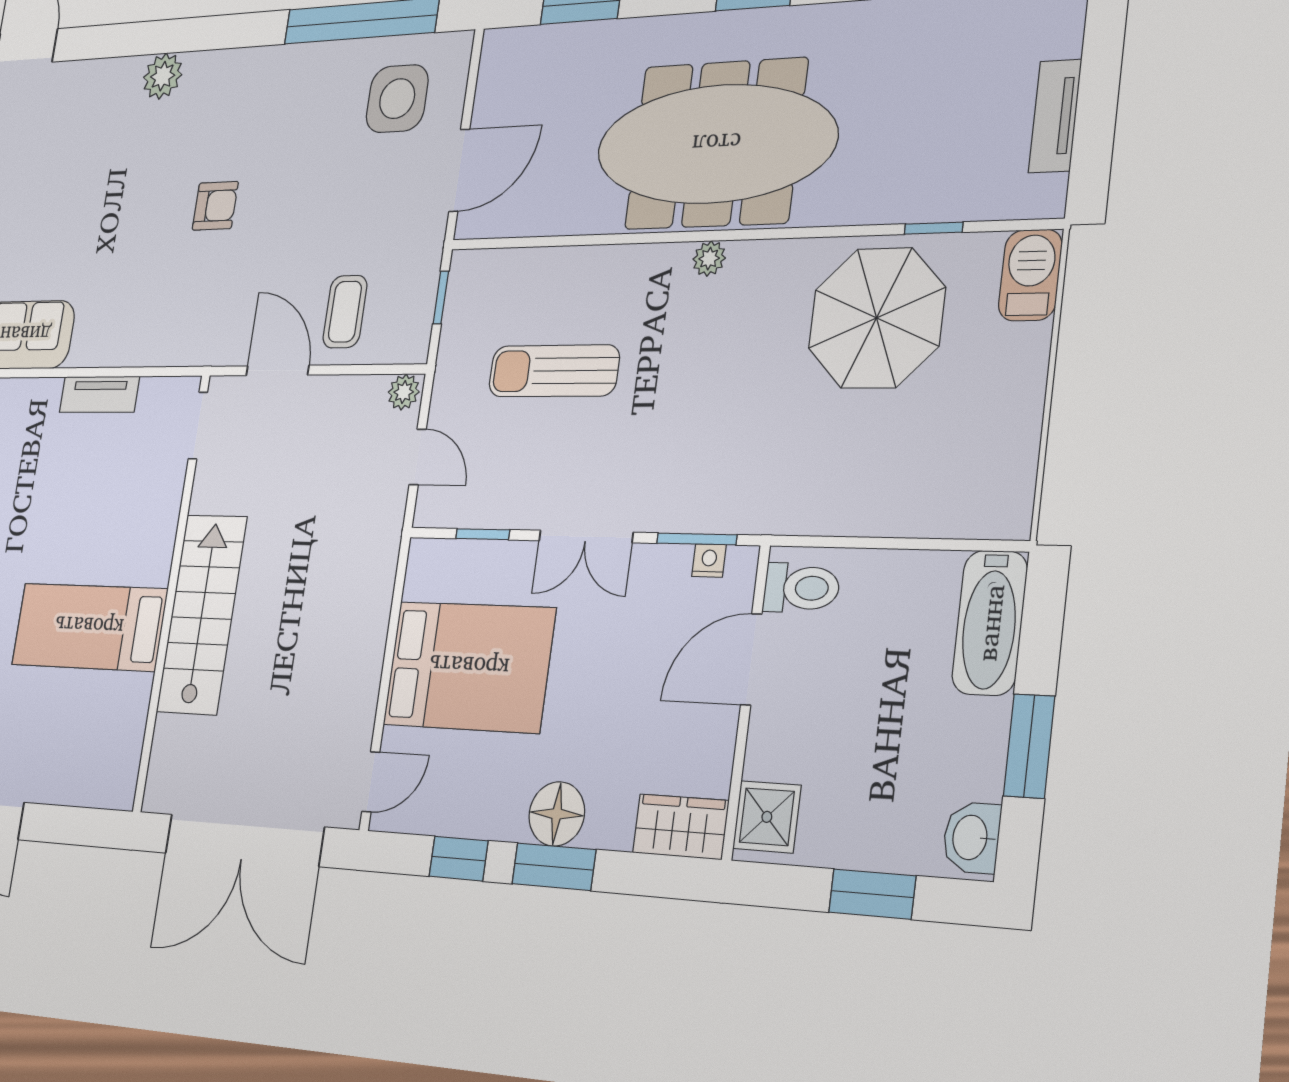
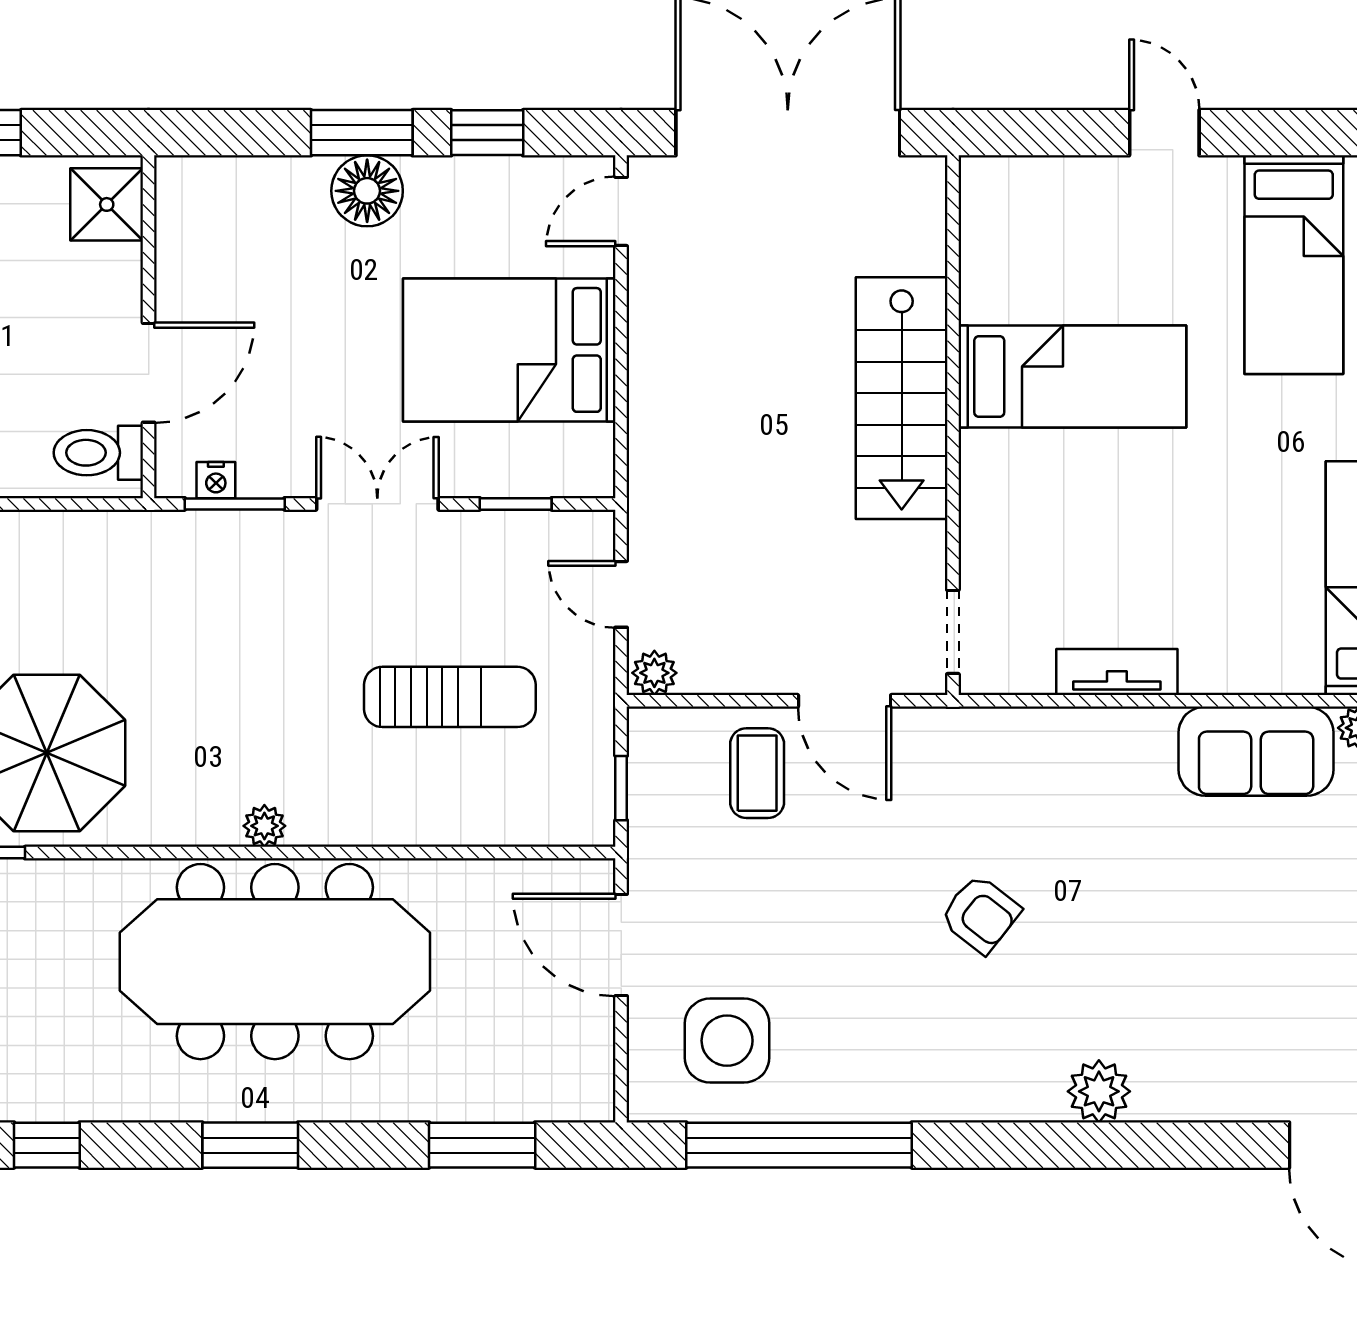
door: (459, 170) -> (621, 945), hinge flipped
armchair: (215, 206) -> (980, 914), turned -142
wardrobe: (681, 827) -> (209, 187), removed

